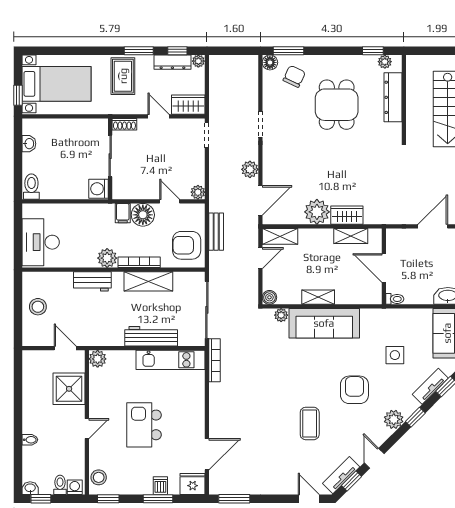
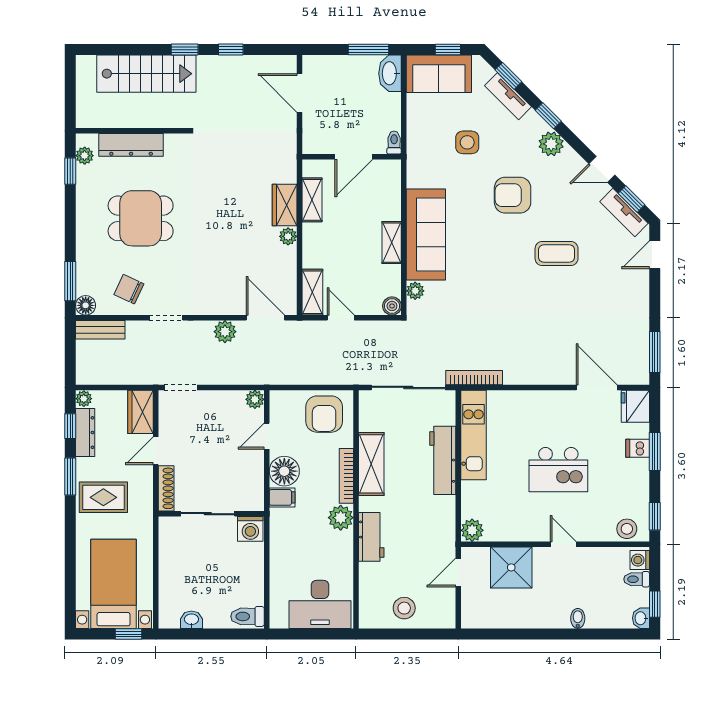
chair: (294, 76) -> (129, 289), moved
shoe rack: (124, 124) -> (166, 488), width x1.43
plant: (317, 212) -> (288, 236), width x0.53, depth x0.53
bench: (216, 232) -> (100, 330), moved

